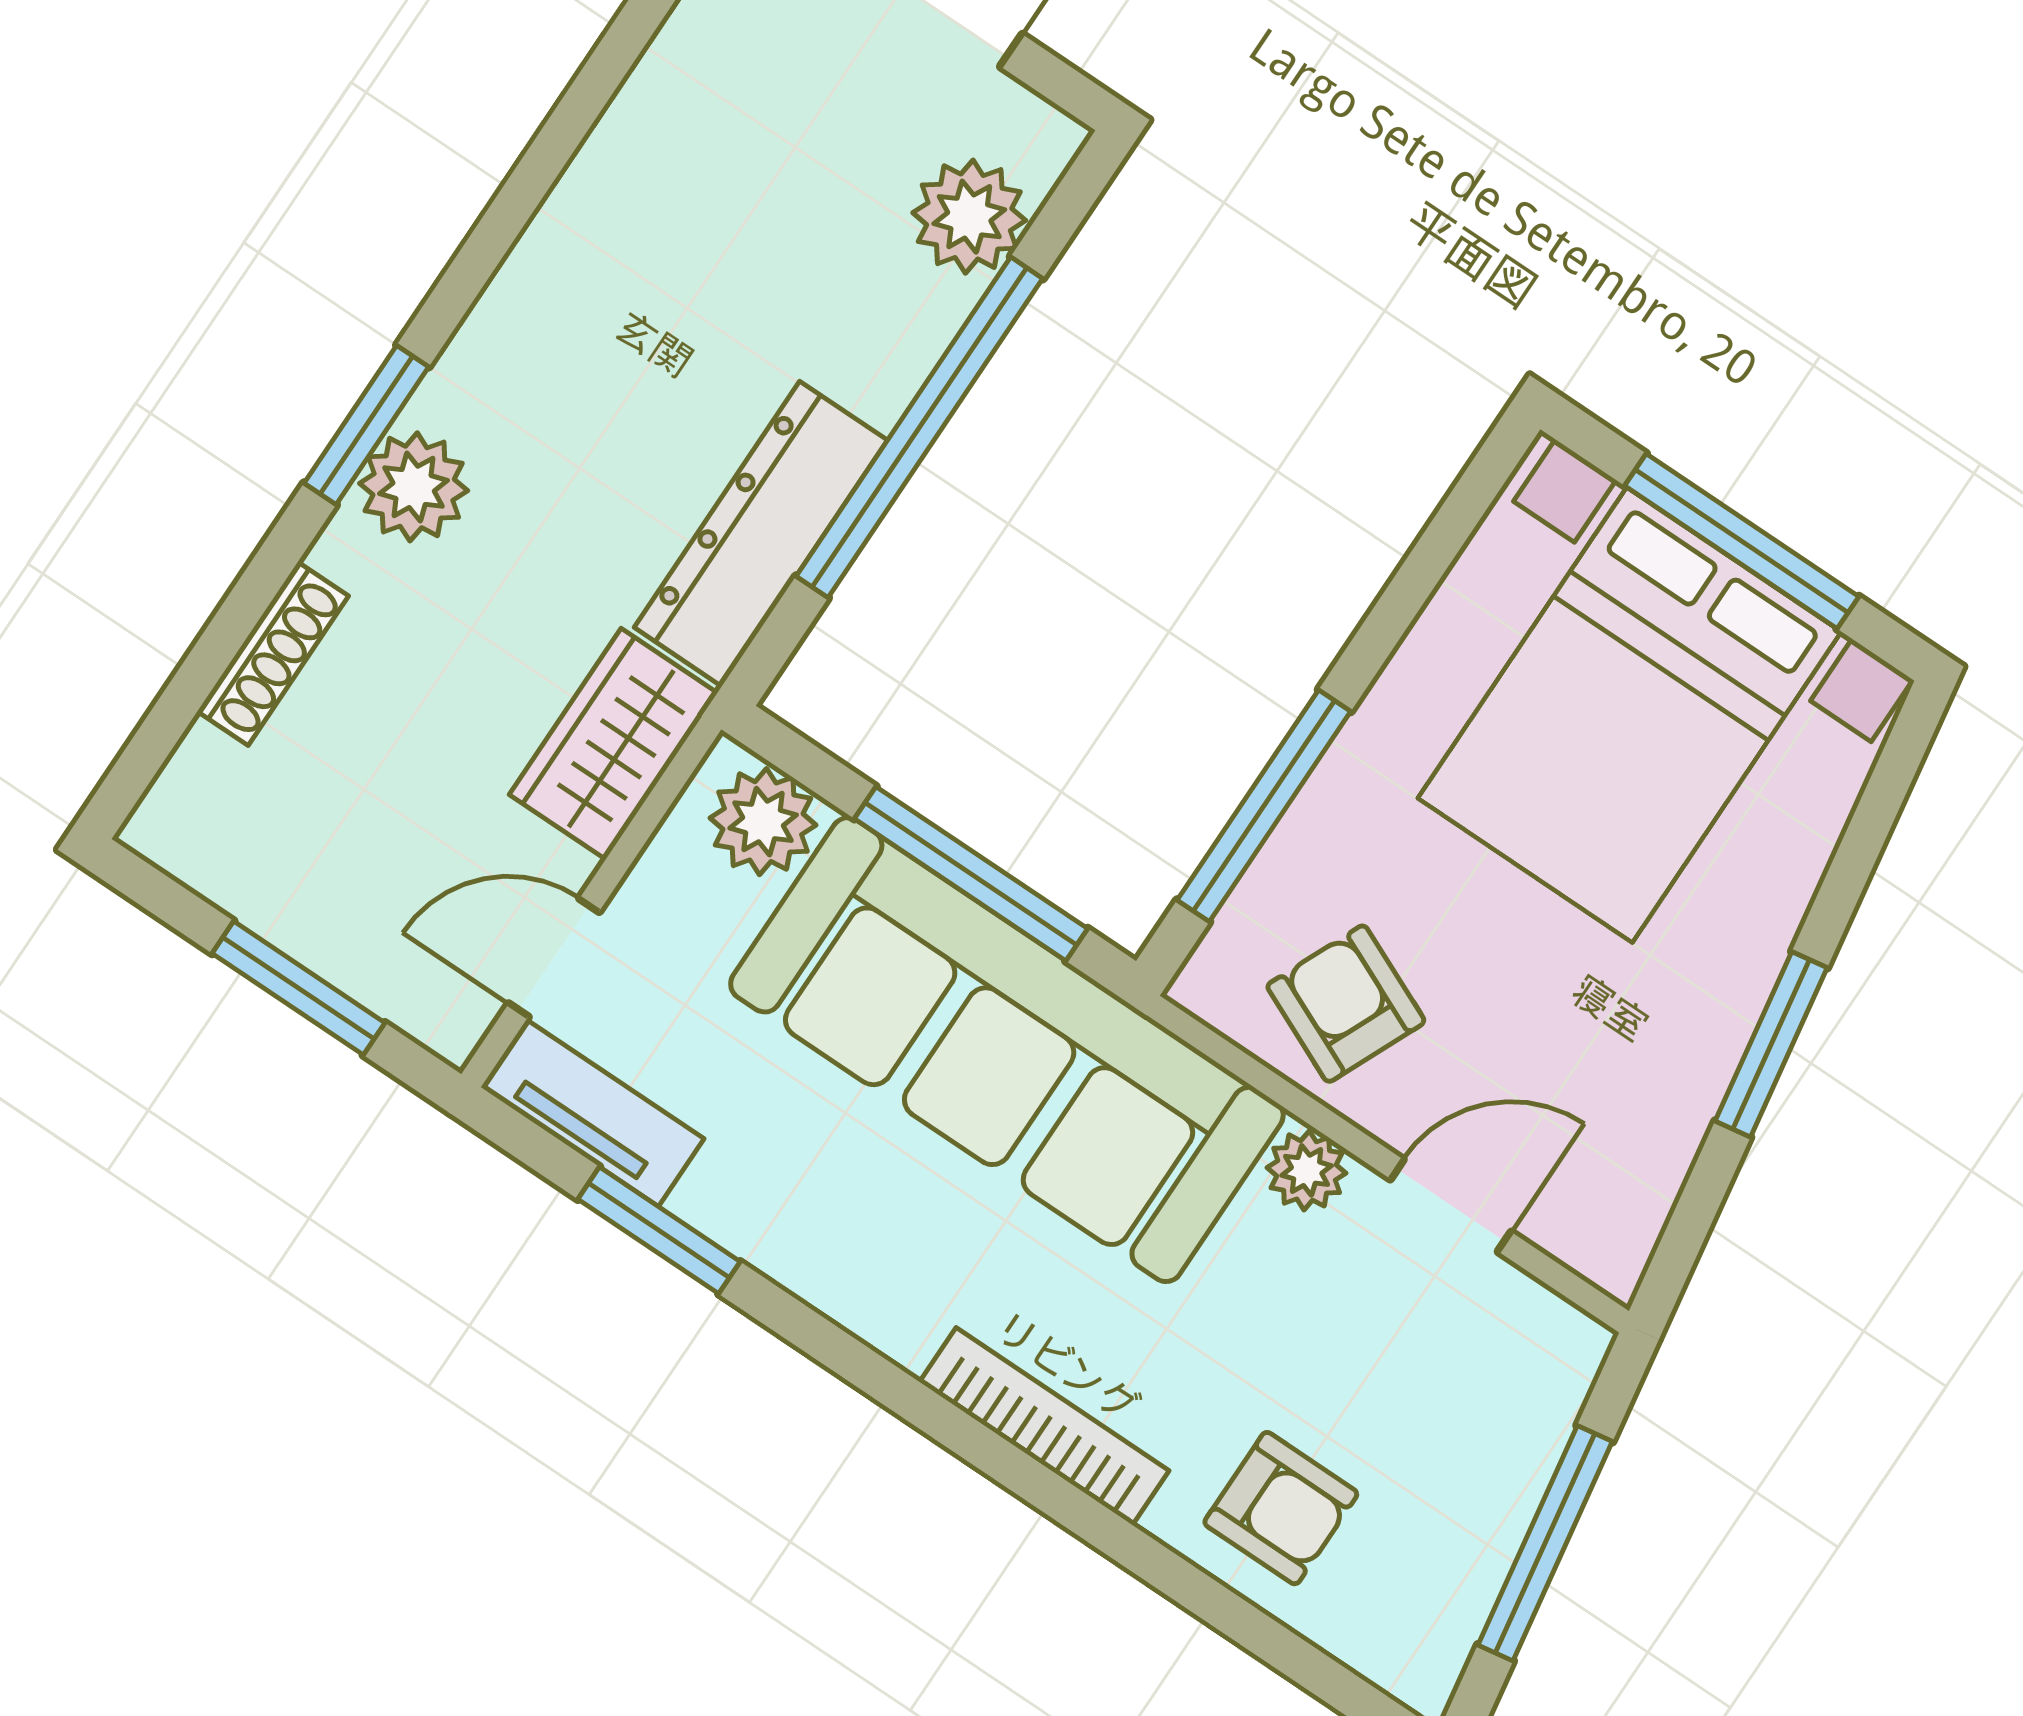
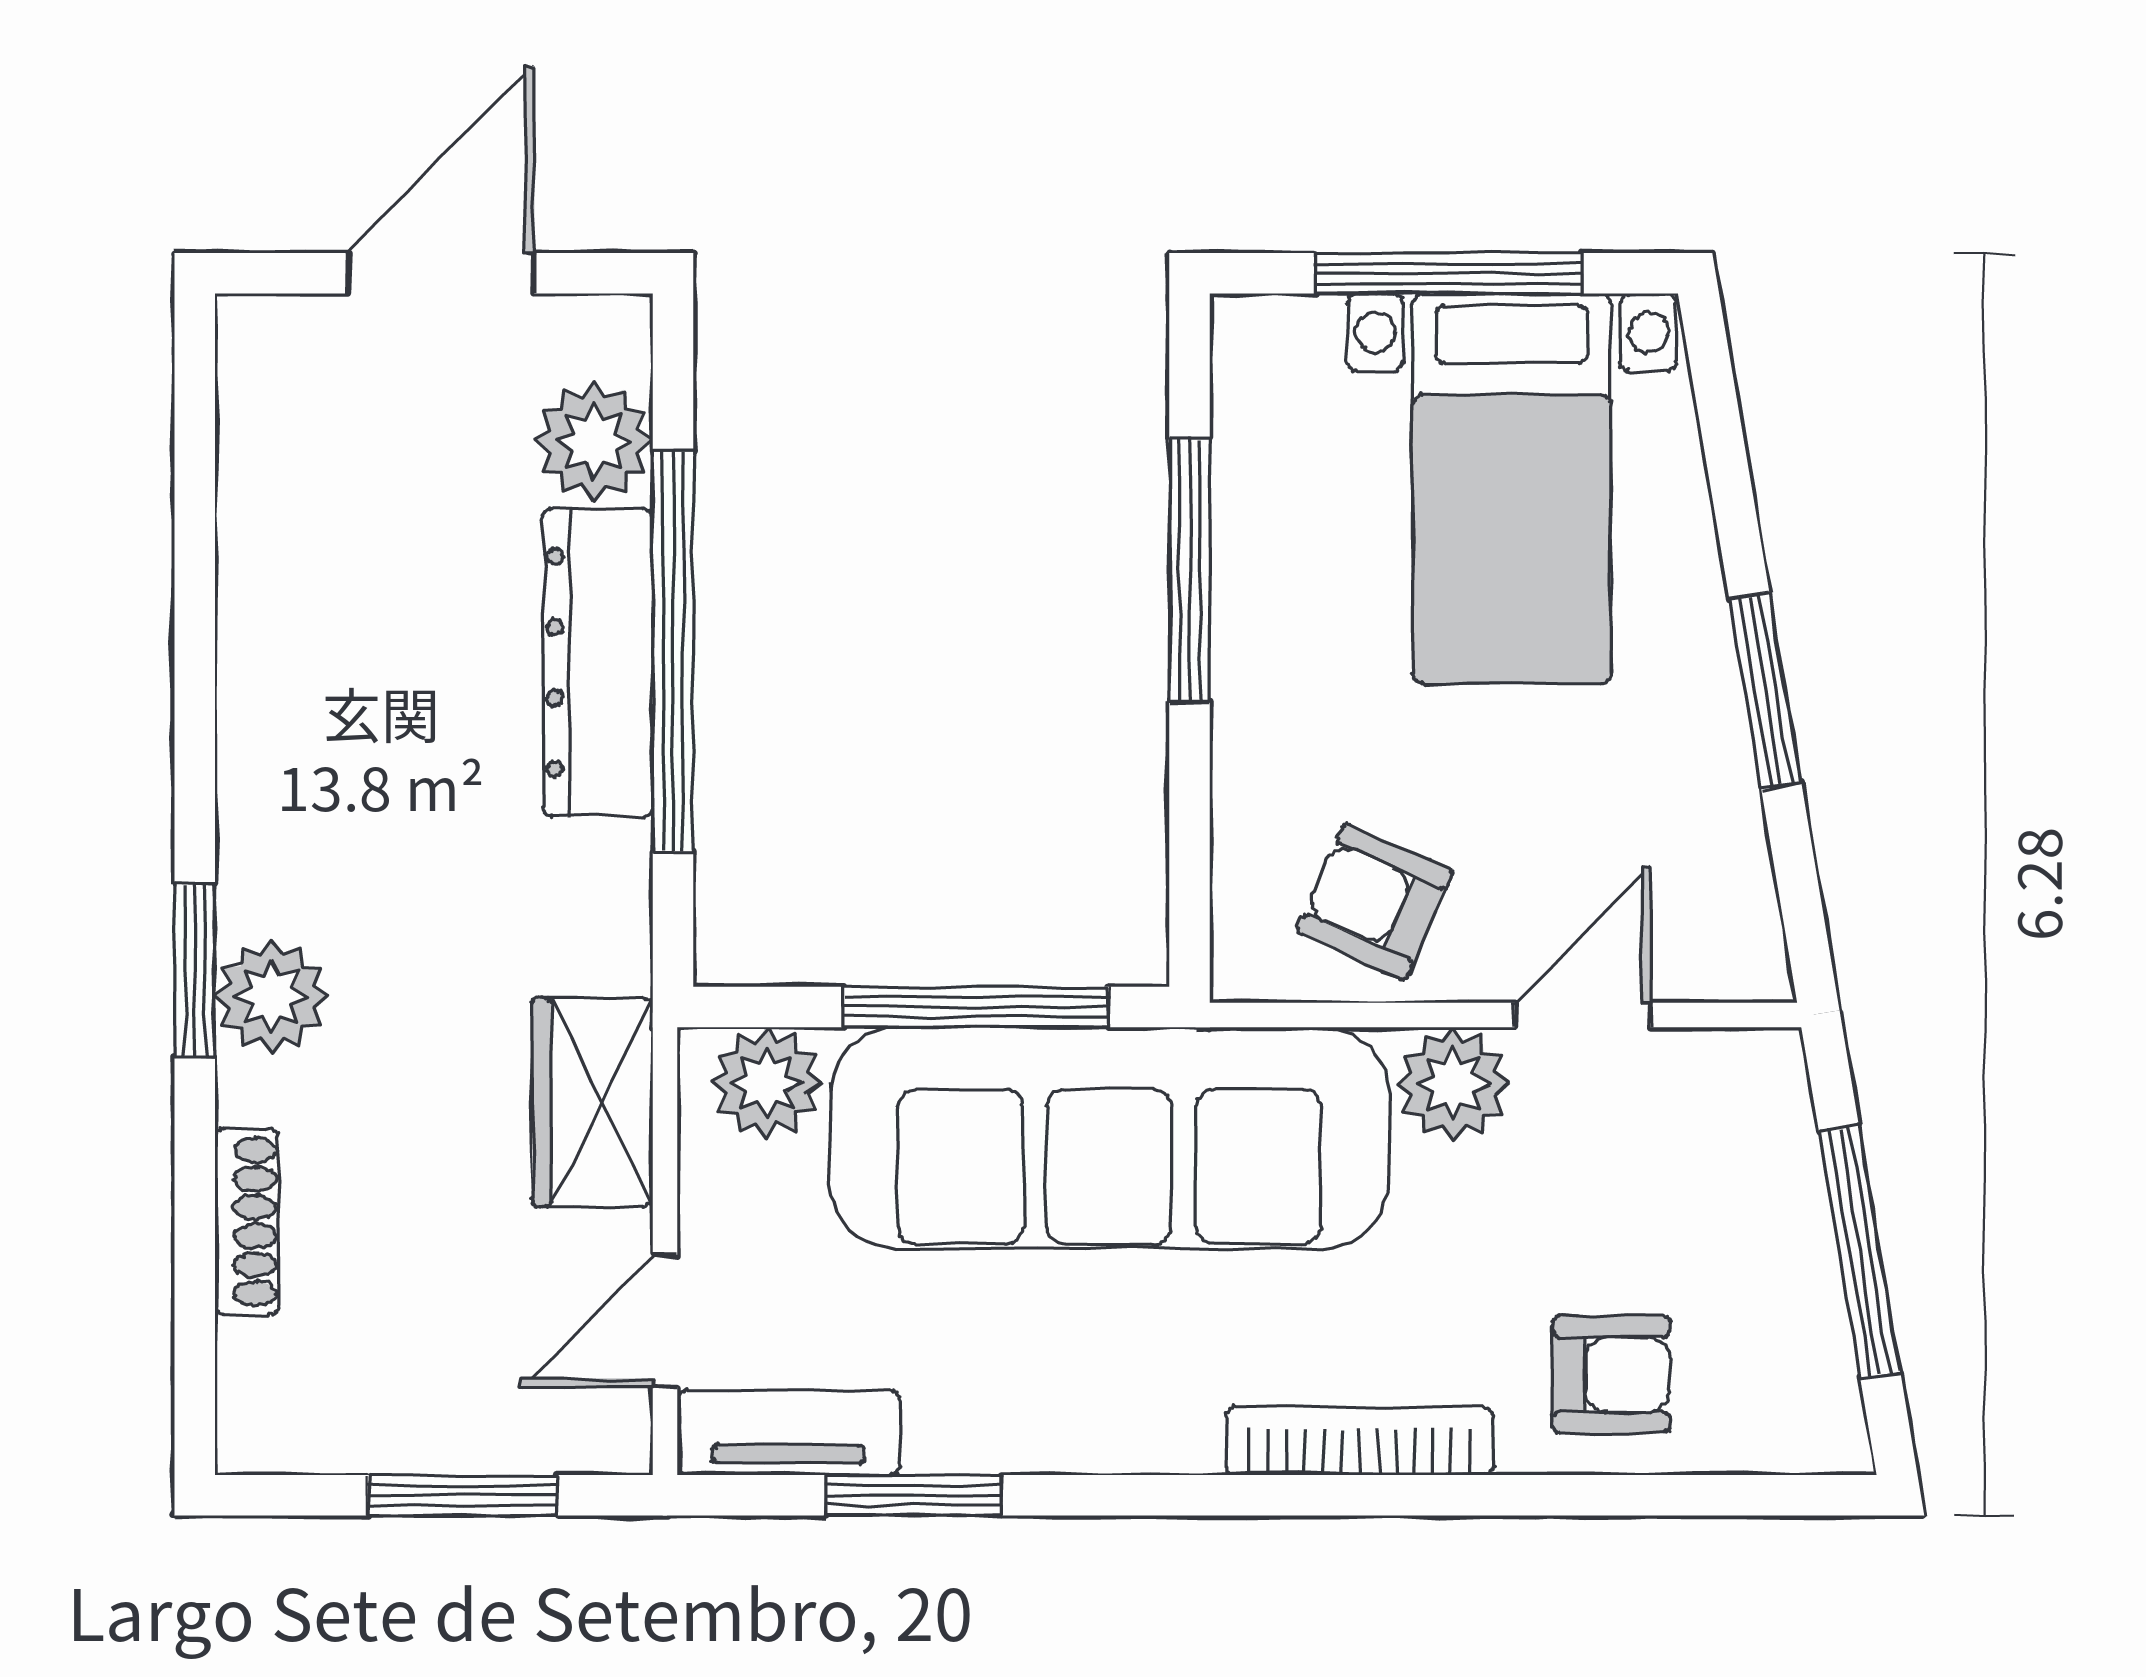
dresser: (761, 534) -> (598, 662), moved
bed with nightstands: (1630, 715) -> (1512, 488), width x0.73
window: (1264, 806) -> (1190, 570), moved
plant: (1307, 1170) -> (1453, 1084), width x1.38, depth x1.38

